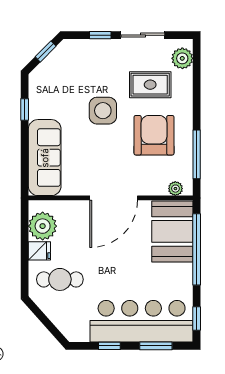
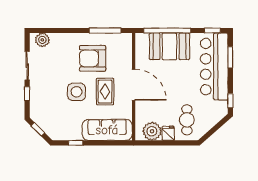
rug: (150, 85) -> (105, 92), moved
plant: (175, 189) -> (127, 44), removed
booth: (172, 231) -> (169, 46), moved
window: (109, 346) -> (230, 101), moved

